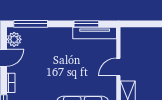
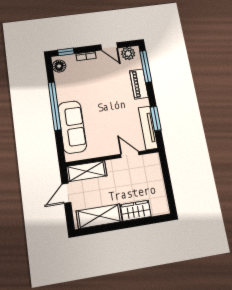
piano: (48, 34) -> (139, 84), added
door: (118, 67) -> (130, 155), moved

